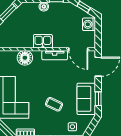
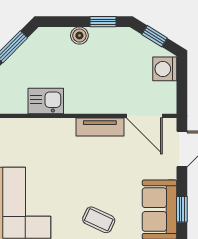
kitchen sink: (43, 41) -> (46, 101), moved
floor lamp: (25, 58) -> (44, 132), removed

